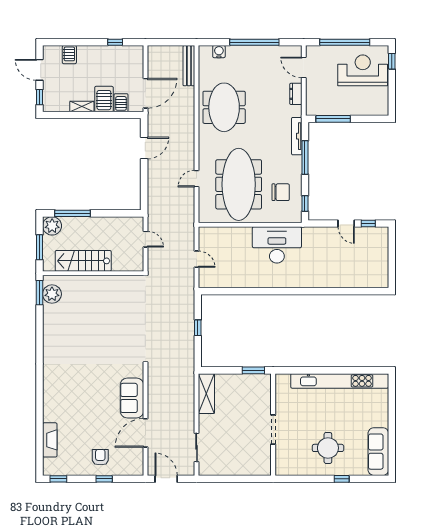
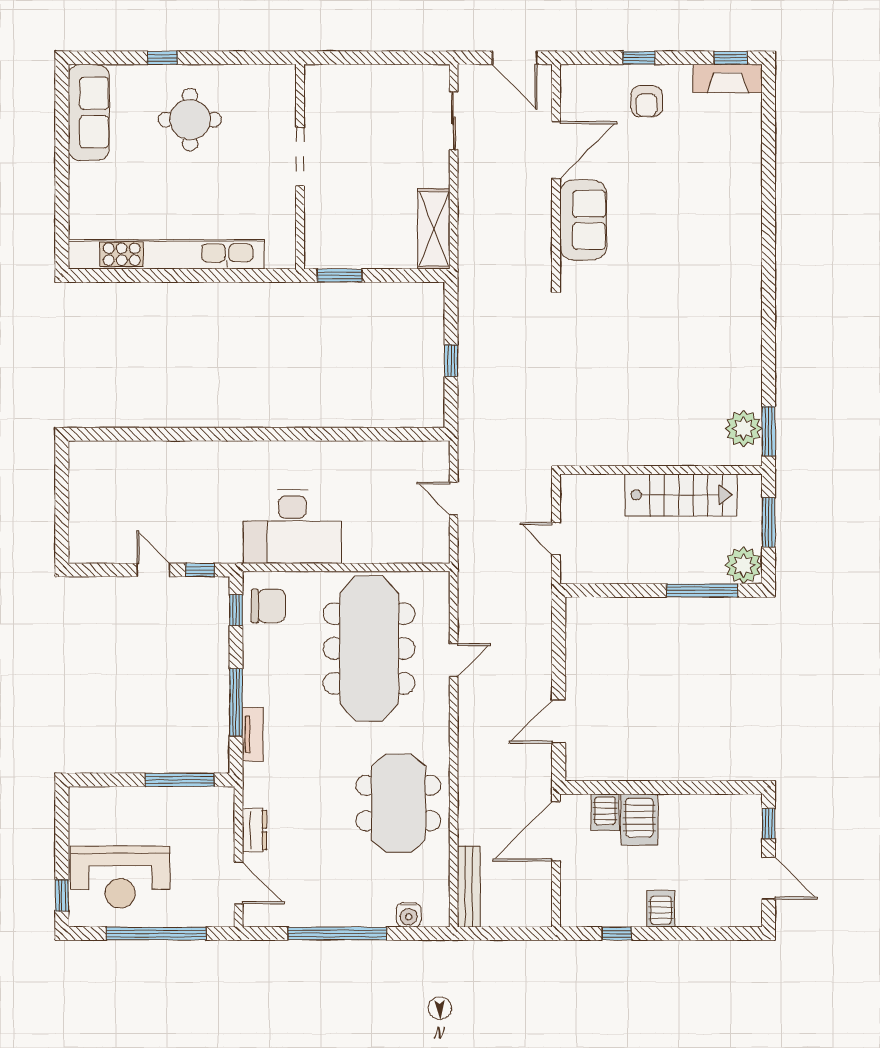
server rack: (69, 55) -> (661, 909), moved
shelving: (82, 106) -> (684, 805), removed
tv unit: (297, 136) -> (253, 734), width x0.71
chair: (281, 192) -> (268, 606), moved, turned 180
window: (368, 224) -> (200, 570), moved
fireplace: (50, 440) -> (728, 78), moved, turned -90

